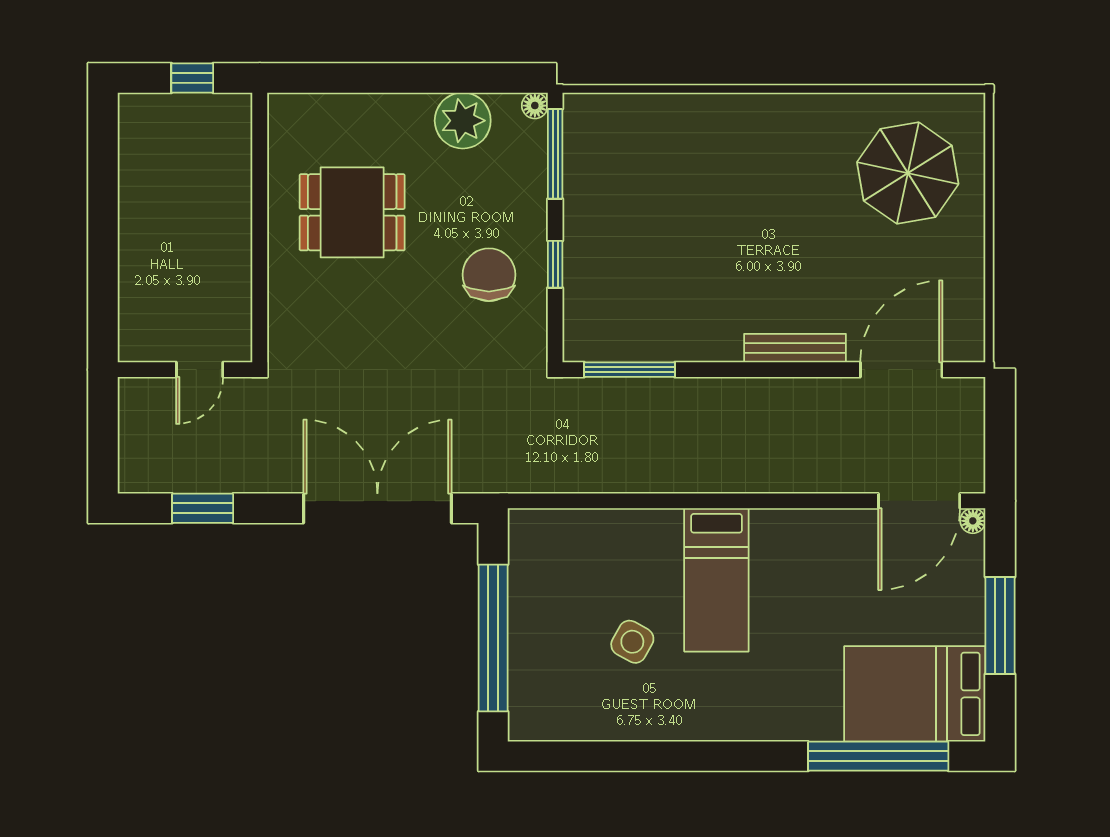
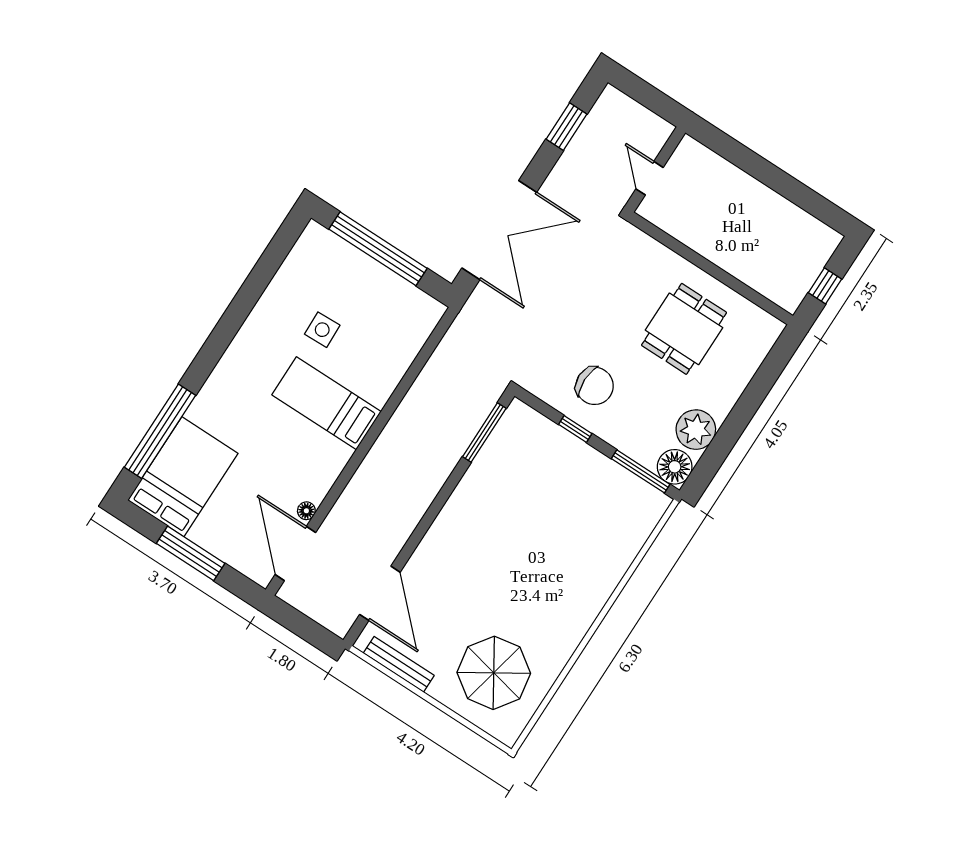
floor lamp: (535, 106) -> (675, 467), width x1.89, depth x1.89
bench: (795, 348) -> (399, 664), moved, turned 90
floor lamp: (973, 521) -> (306, 511), moved
side table: (632, 642) -> (322, 330), turned -31

